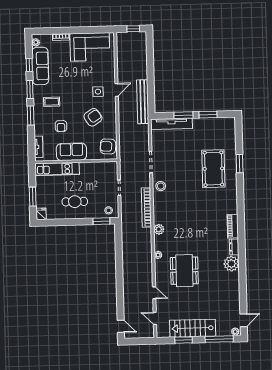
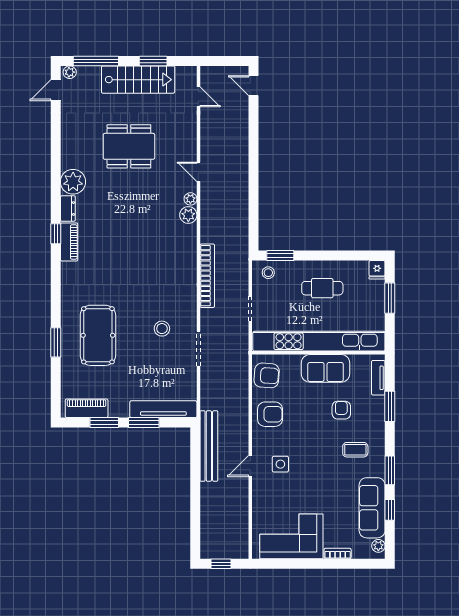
window: (31, 115) -> (390, 406), moved
armchair: (93, 117) -> (270, 414), moved, turned -146
piano: (219, 123) -> (87, 408), added
kitchen unit: (57, 169) -> (319, 341), width x1.86
stool: (161, 186) -> (162, 329), moved
plant: (159, 229) -> (188, 215), moved
window: (241, 231) -> (56, 234), added
dining table: (184, 271) -> (129, 146), moved, turned 90
door: (154, 293) -> (198, 172), moved

